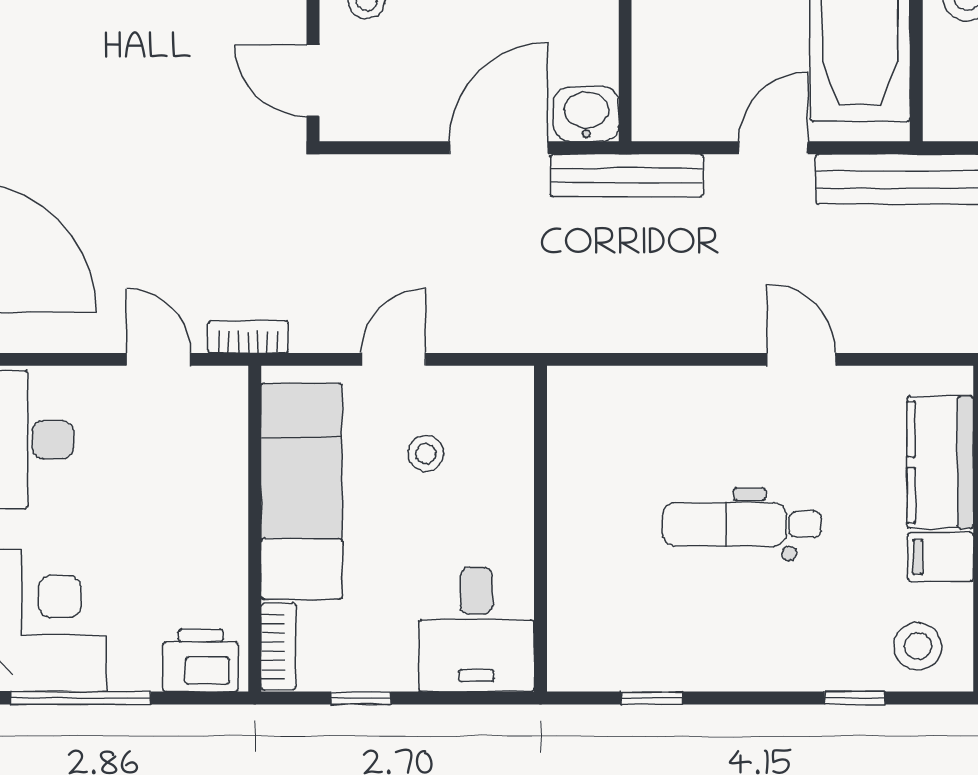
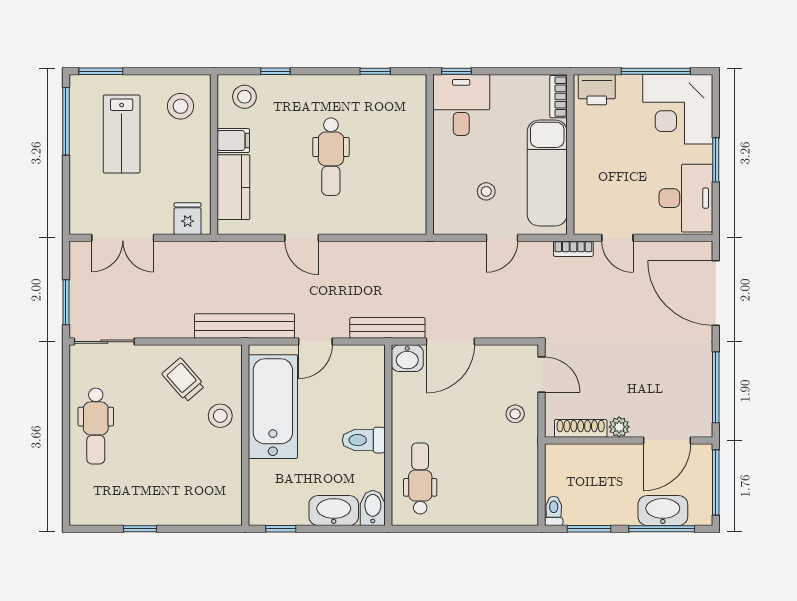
dental chair: (742, 524) -> (331, 157), turned 90
window: (361, 698) -> (456, 71), moved

